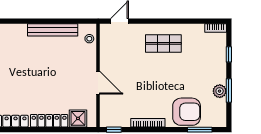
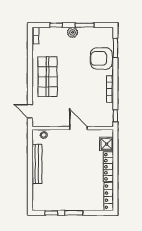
shop shelf: (163, 43) -> (48, 77), width x1.43, depth x1.36
door: (98, 83) -> (78, 128), hinge flipped
plant: (220, 91) -> (72, 32), moved
armchair: (187, 112) -> (101, 58), turned -90

